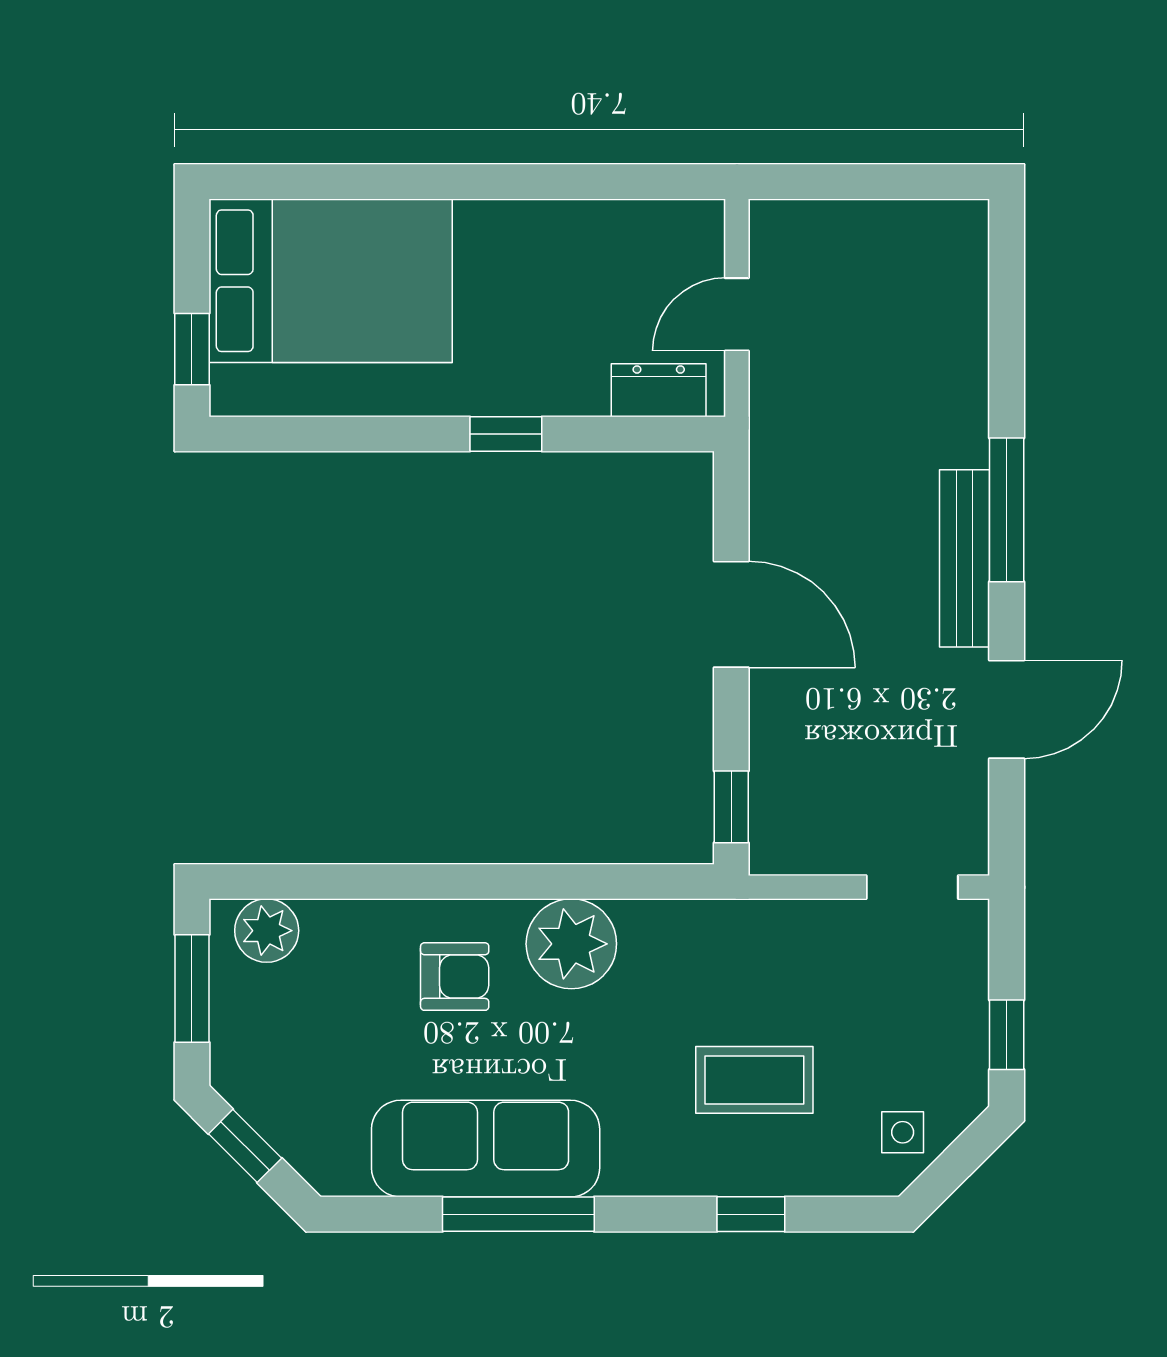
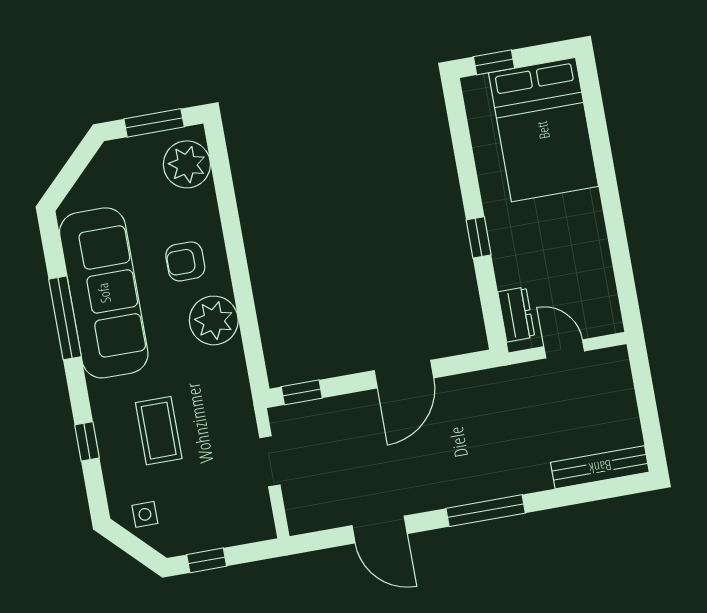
bench: (965, 558) -> (600, 467), moved
doorway: (912, 887) -> (270, 461), moved
plant: (267, 931) -> (187, 164), width x1.36, depth x1.36
armchair: (455, 977) -> (185, 261), turned 90
window: (245, 1146) -> (75, 166), removed
sofa: (486, 1149) -> (104, 293), width x1.36, depth x1.27

